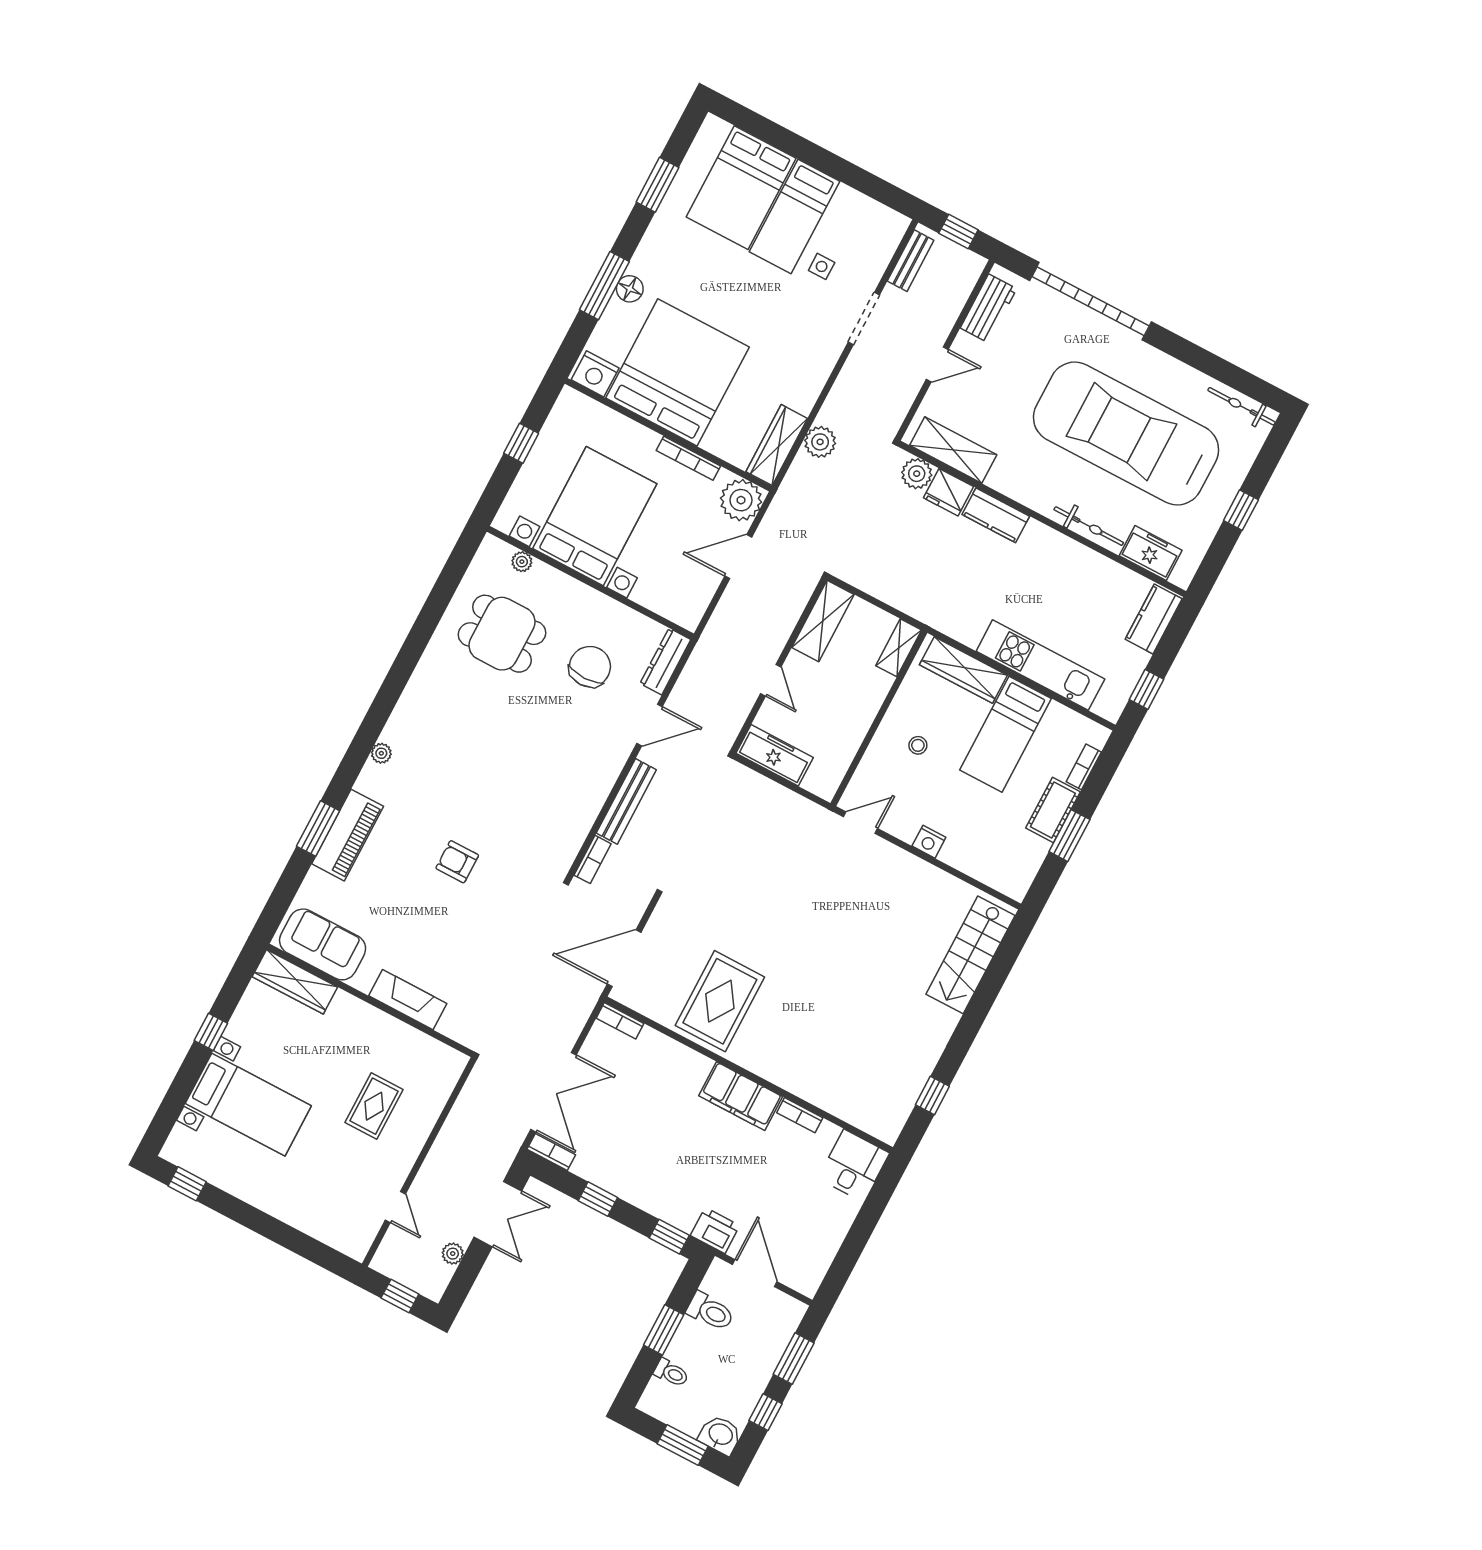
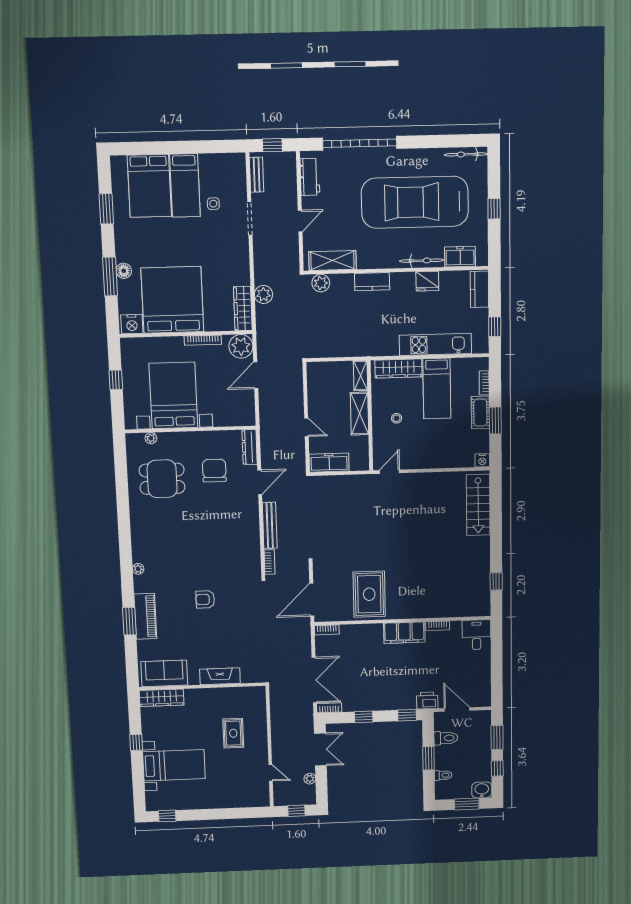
fridge: (949, 492) -> (427, 281), moved
shelving: (823, 621) -> (359, 414), moved
nightstand: (929, 842) -> (482, 460), moved

